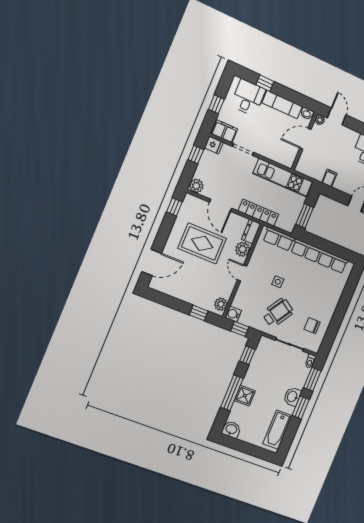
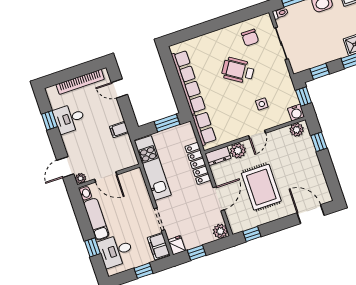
side table: (278, 282) -> (262, 104), moved
wheelchair: (278, 313) -> (238, 70), moved

